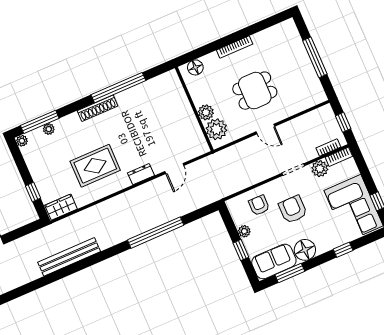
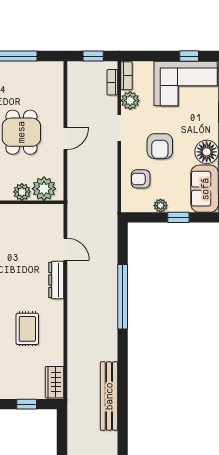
rug: (95, 166) -> (27, 329), width x0.73, depth x0.70
dresser: (141, 174) -> (56, 280), width x1.44
armchair: (293, 209) -> (160, 146), turned -90

